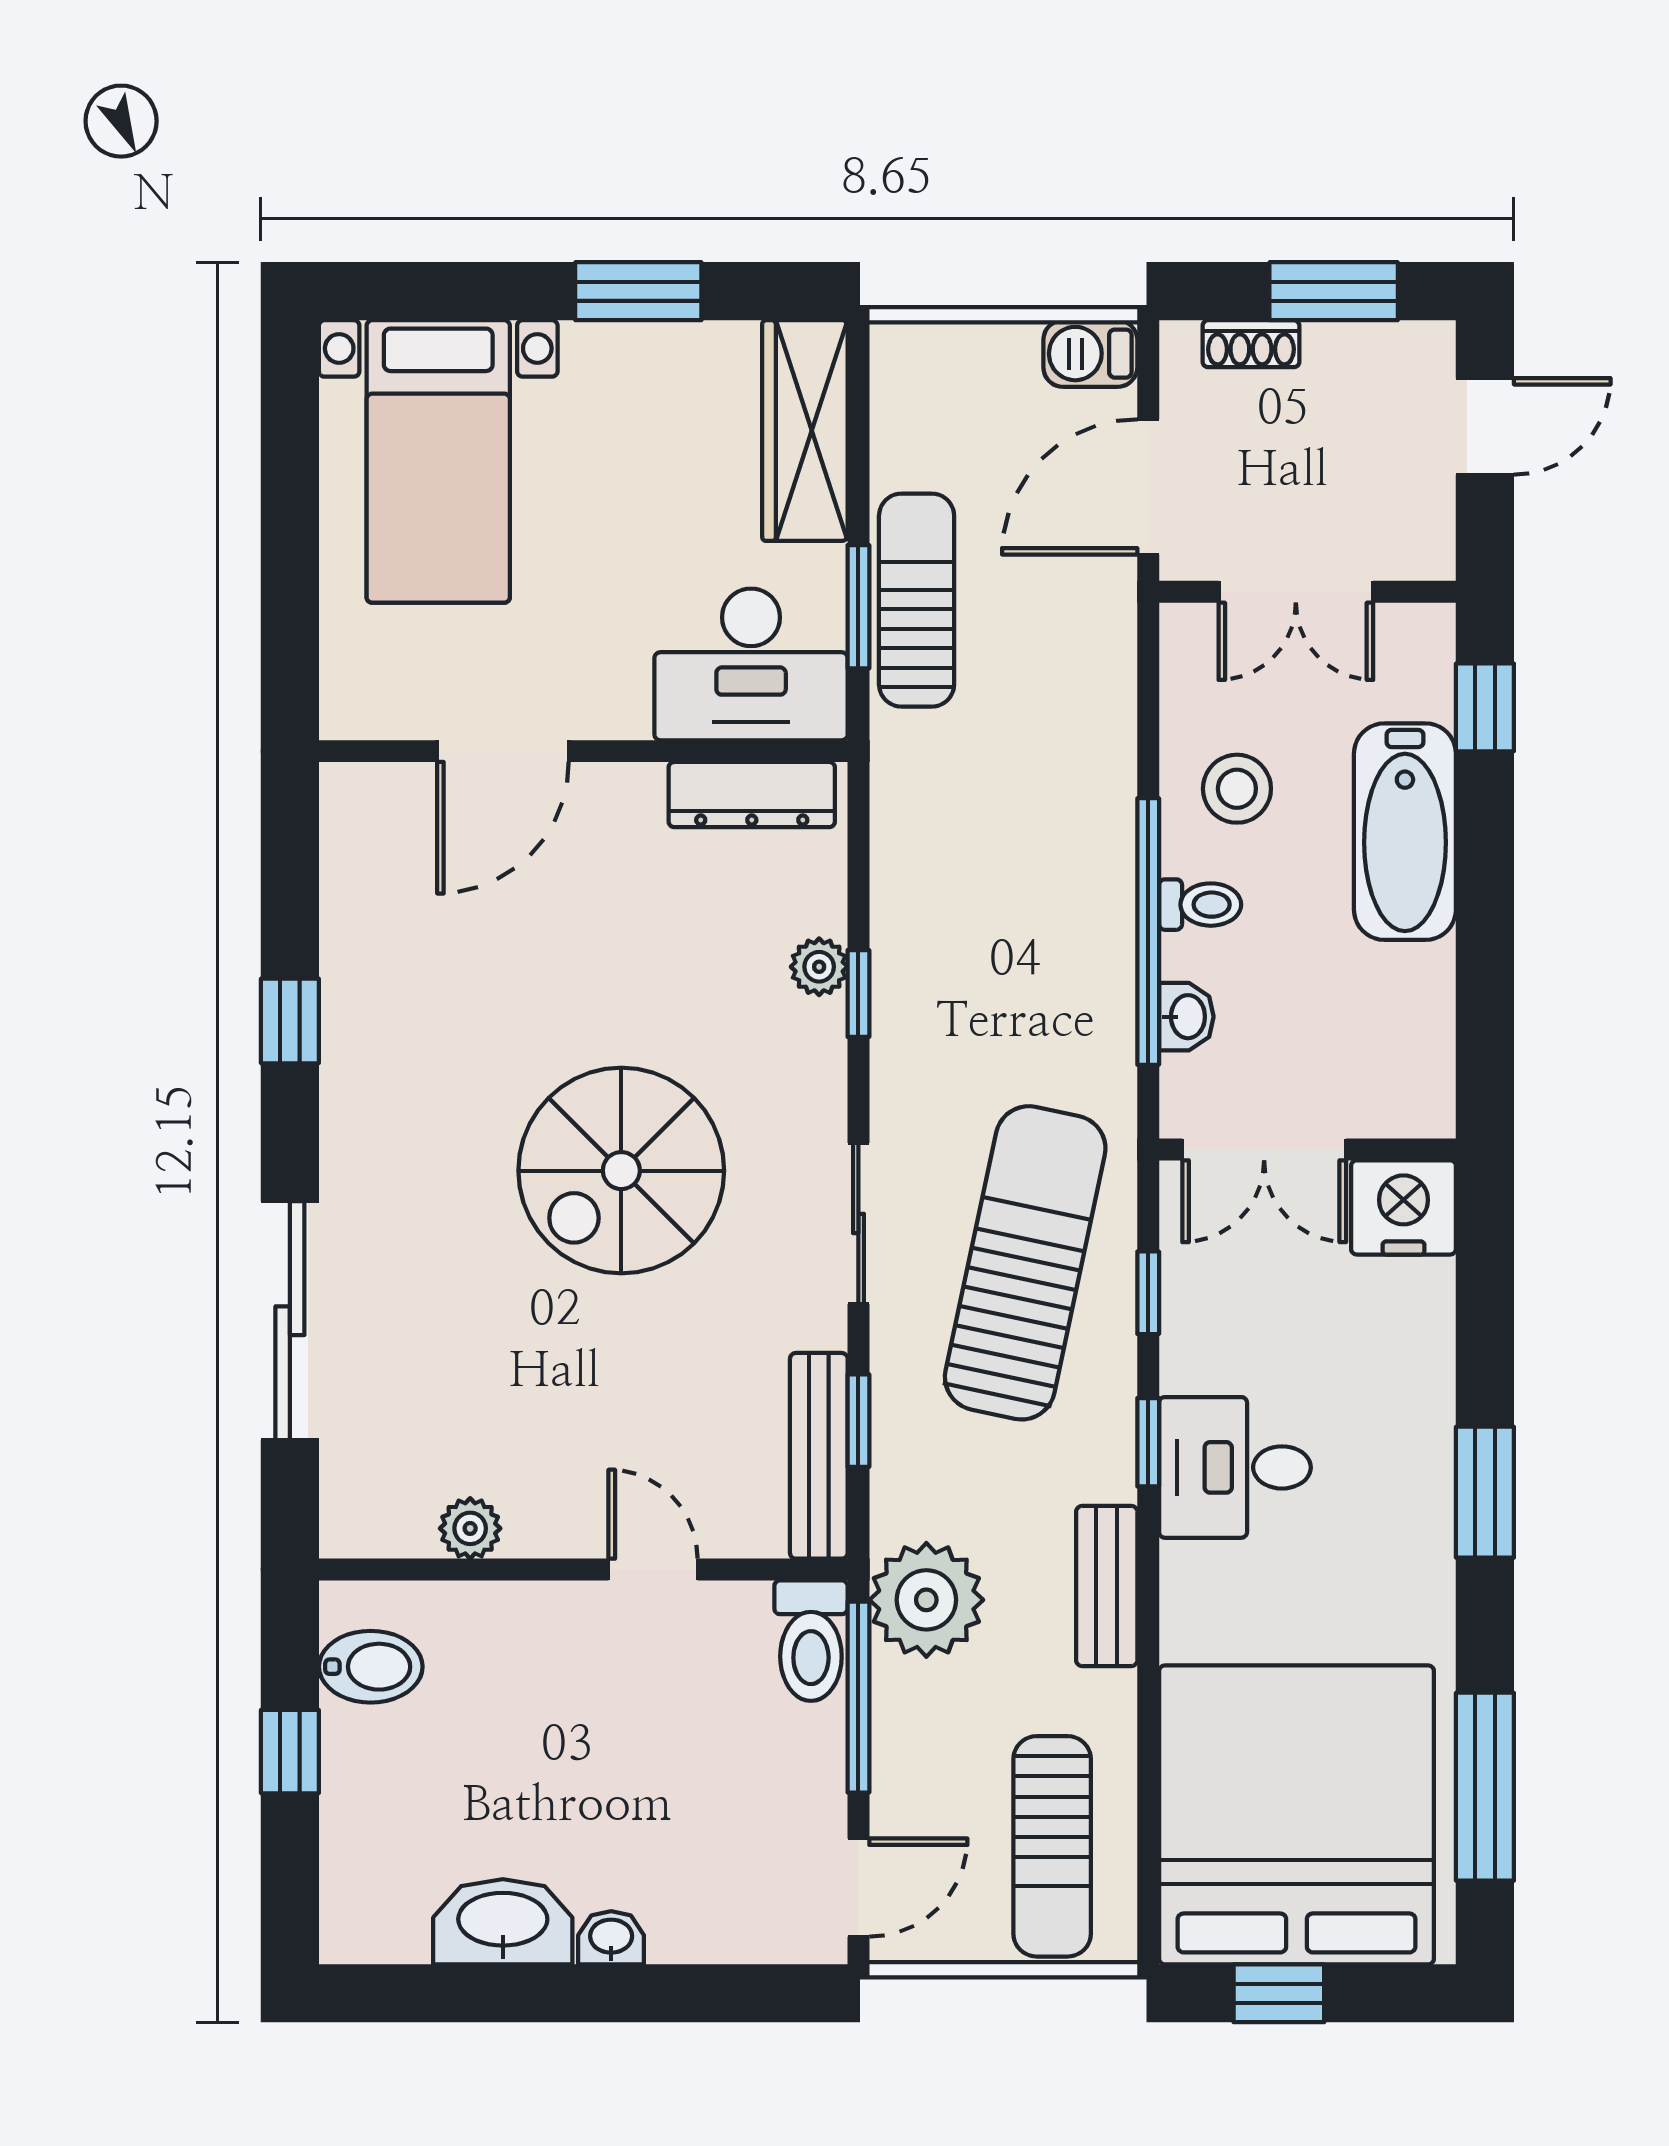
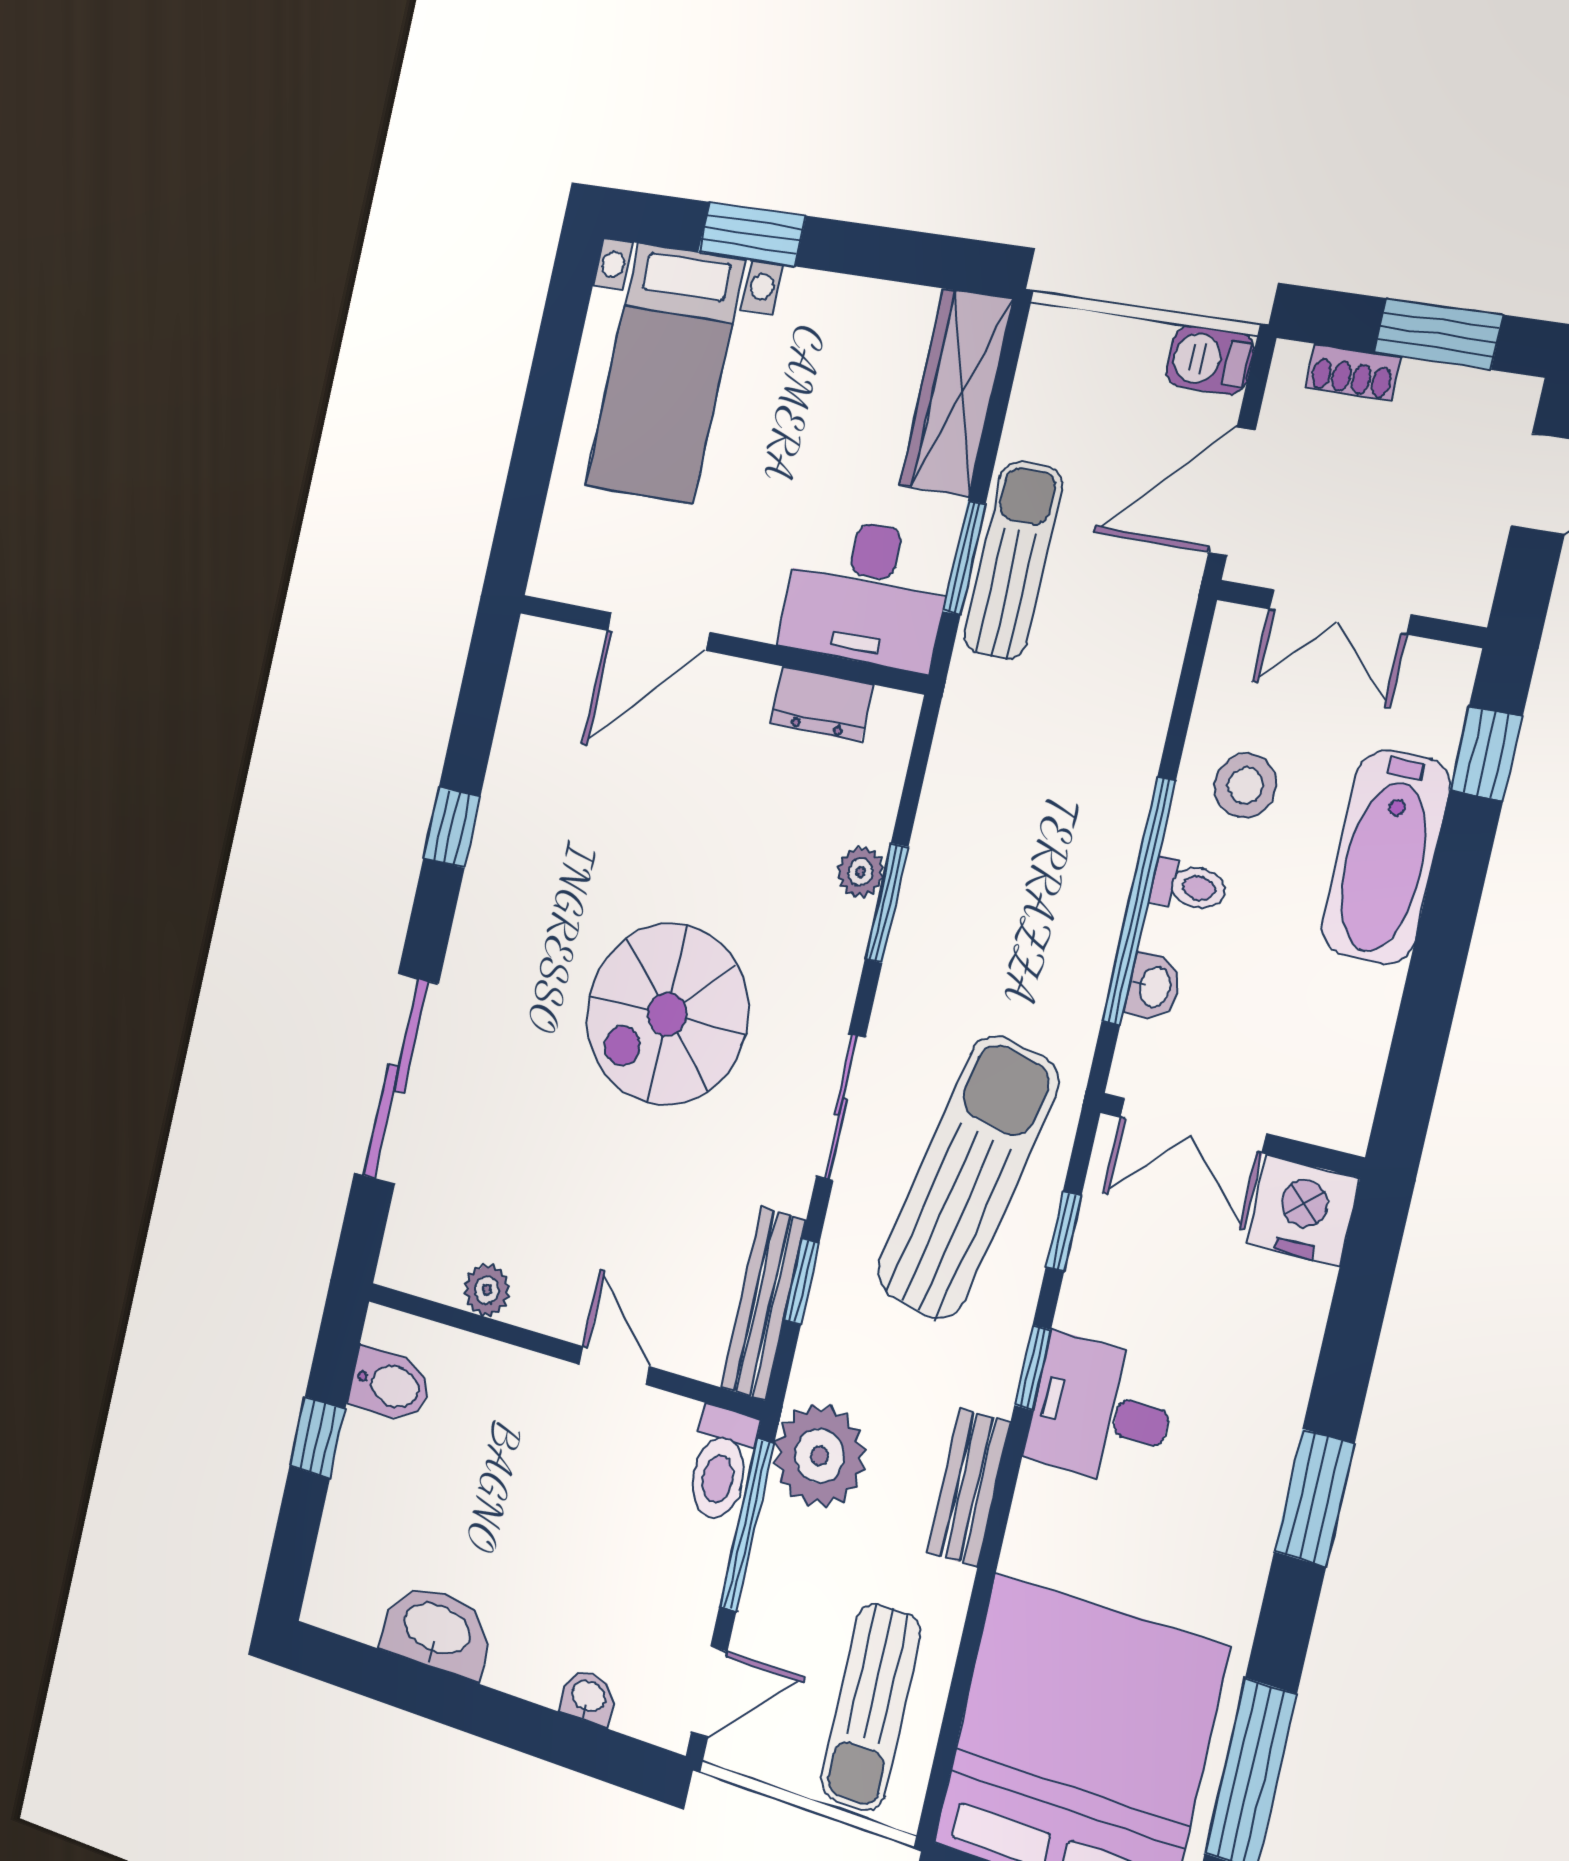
window: (638, 291) -> (752, 234), moved
dresser: (752, 795) -> (821, 704), width x0.70
window: (858, 993) -> (887, 903), width x1.50
washbasin: (611, 1938) -> (588, 1697), moved

